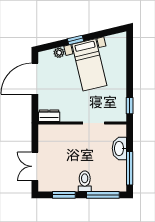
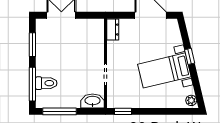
plant: (59, 53) -> (191, 100), moved
washbasin: (119, 148) -> (93, 101), moved
toilet: (85, 181) -> (46, 83), moved

